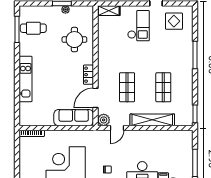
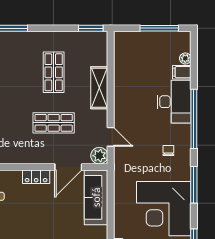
shop shelf: (163, 87) -> (54, 72), turned 90
door: (95, 98) -> (68, 167), hinge flipped
shelving: (152, 120) -> (99, 88), width x0.68

